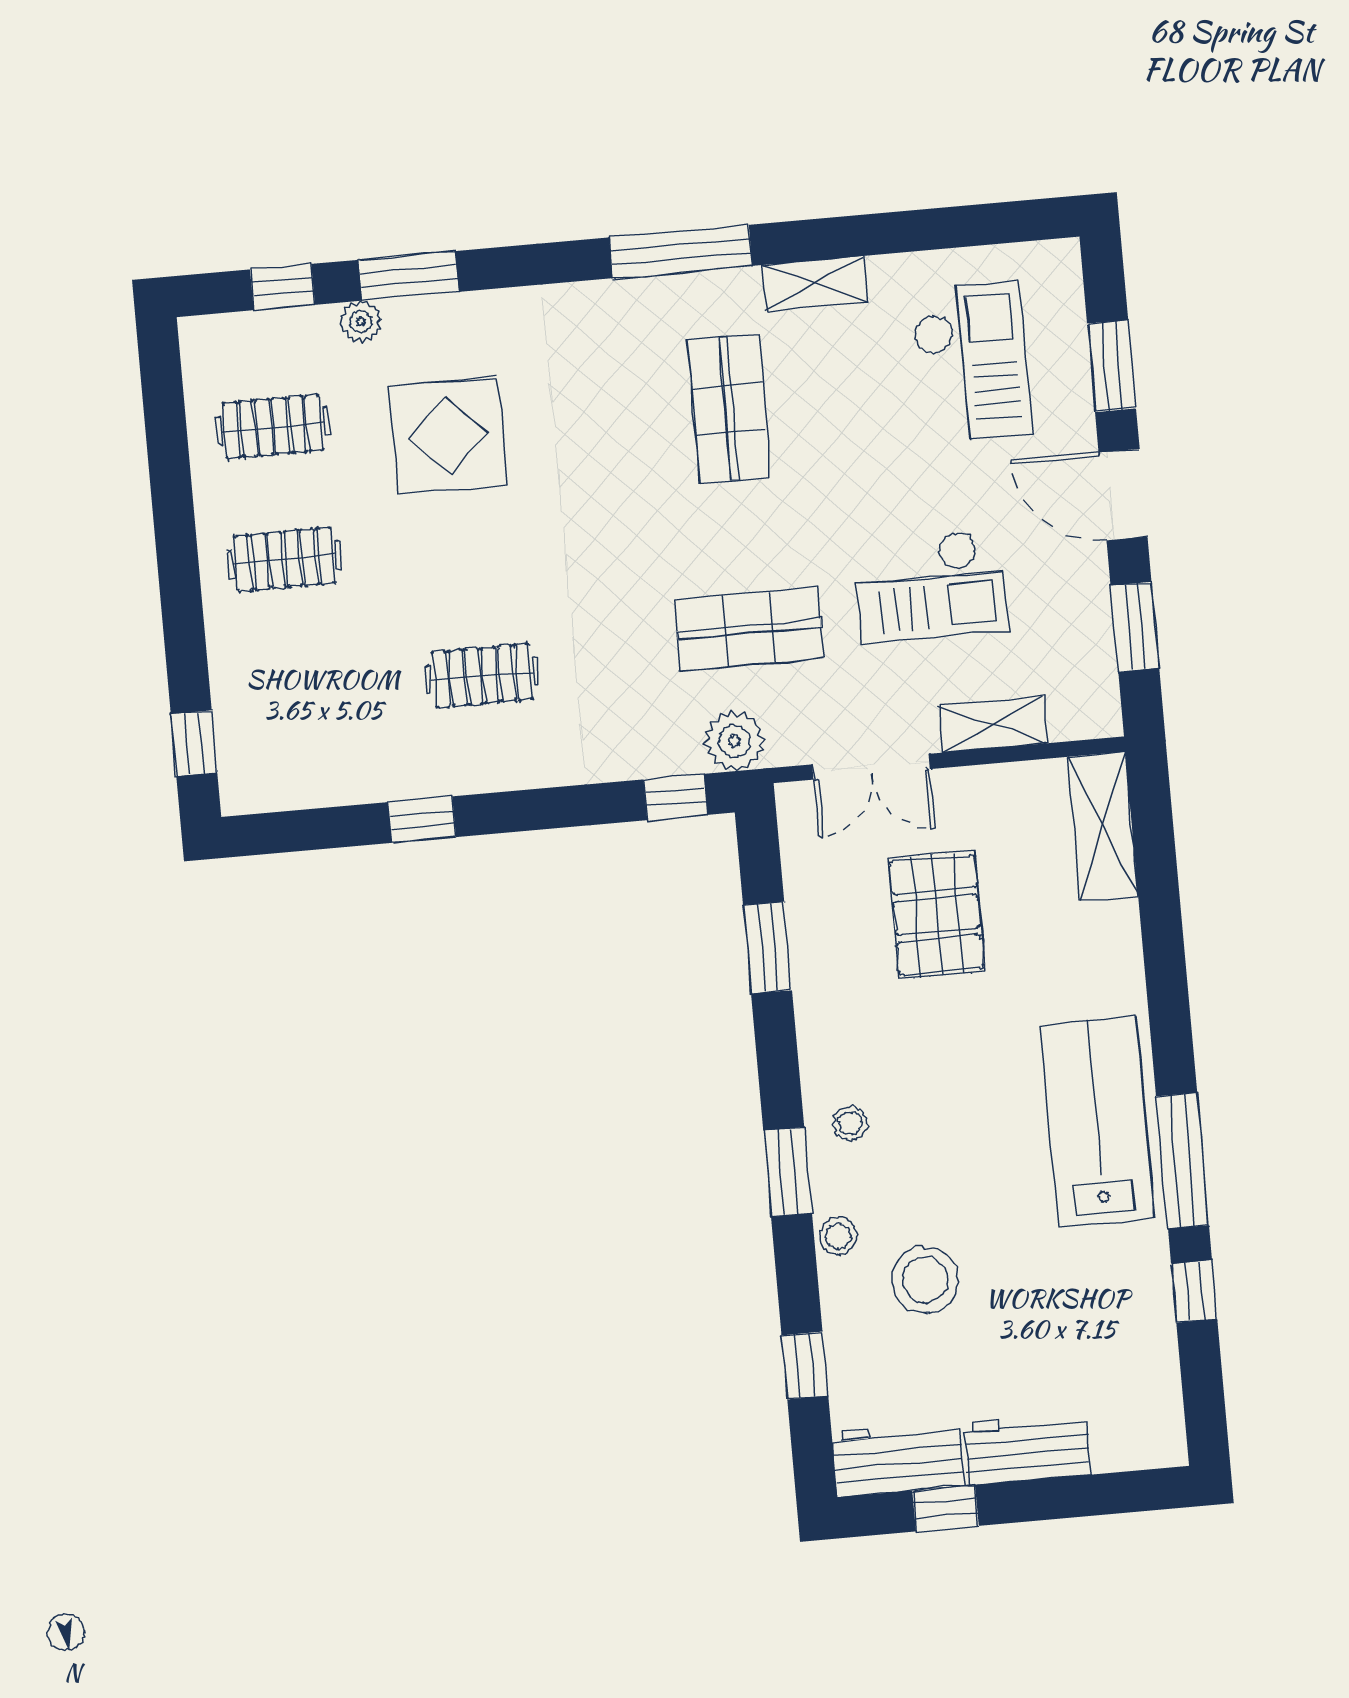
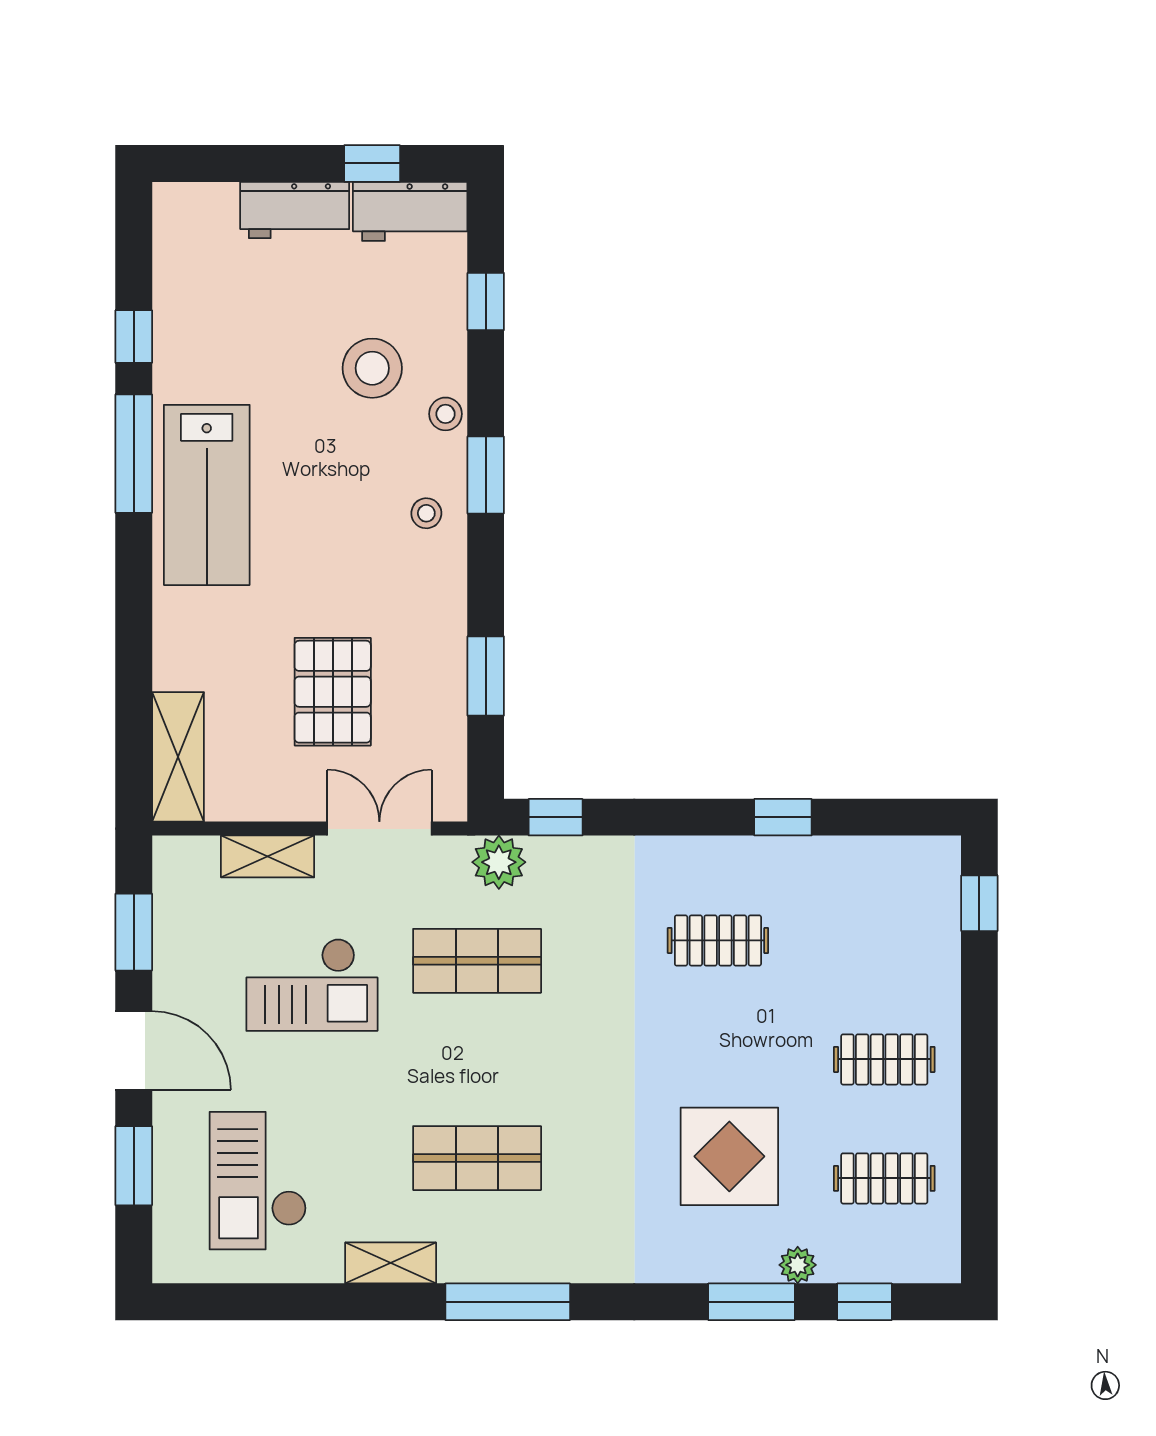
shop shelf: (729, 409) -> (477, 1158), turned 90
checkout: (931, 586) -> (312, 985), turned 180

